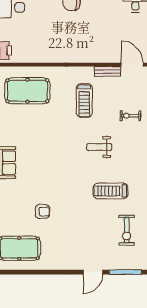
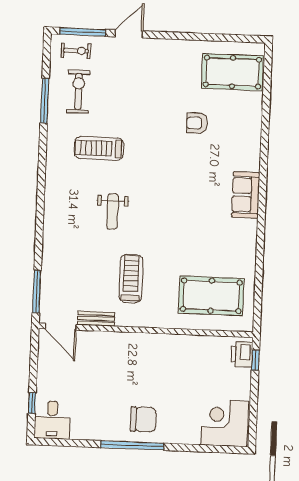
exercise bike: (130, 116) -> (76, 51), moved
weight bench: (99, 147) -> (112, 211), turned 90
treadmill: (111, 191) -> (99, 148), turned 180

